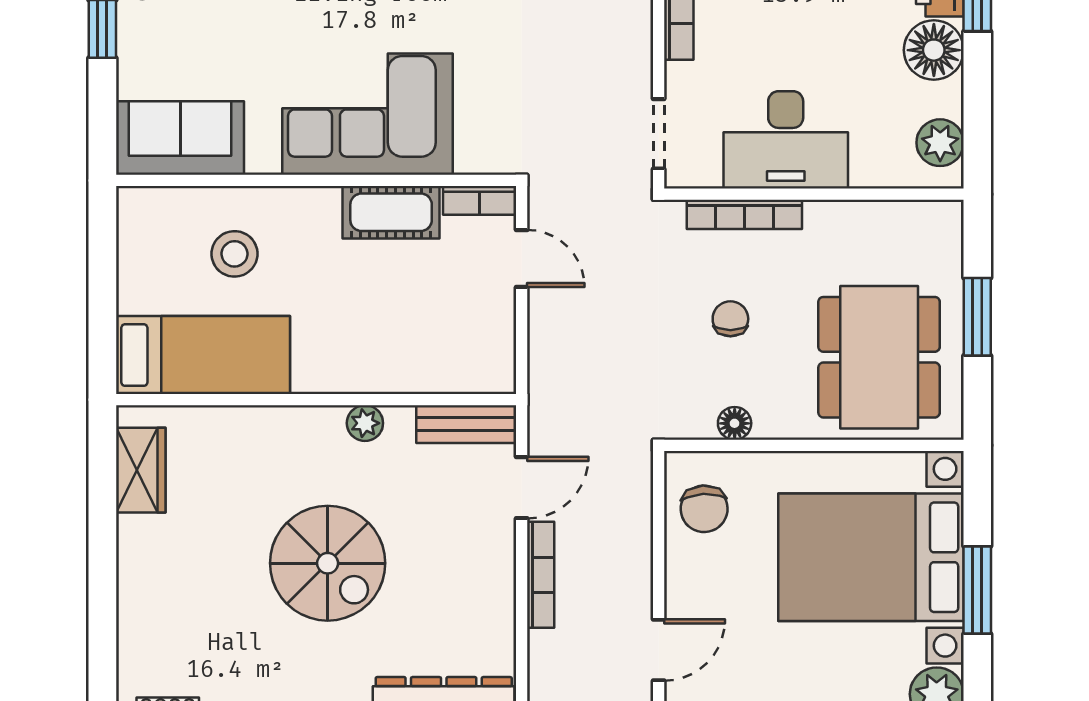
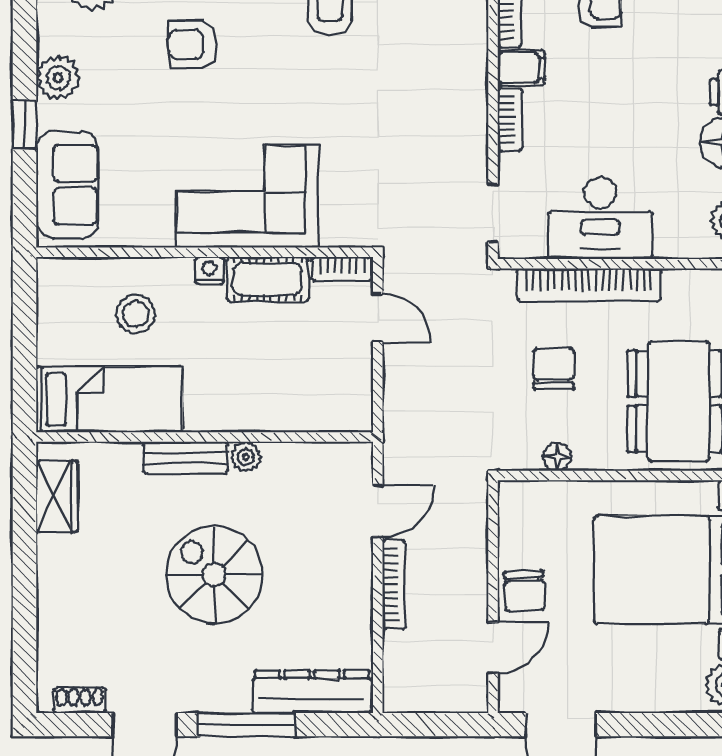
sofa: (180, 138) -> (67, 185), moved, turned 90
nightstand: (322, 202) -> (209, 271), added
bookcase: (744, 214) -> (589, 285), width x1.48, depth x1.31
chair: (730, 319) -> (554, 369), width x1.37, depth x1.37
bench: (466, 424) -> (186, 458), moved
chair: (704, 509) -> (525, 591), moved
spiral stairs: (328, 563) -> (214, 575), turned 180

